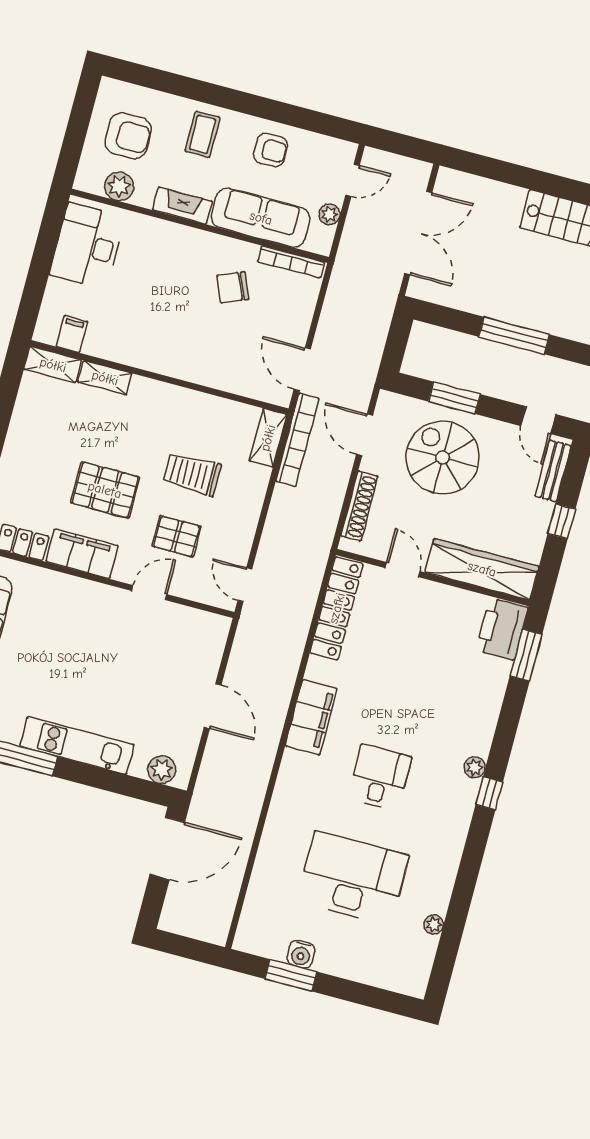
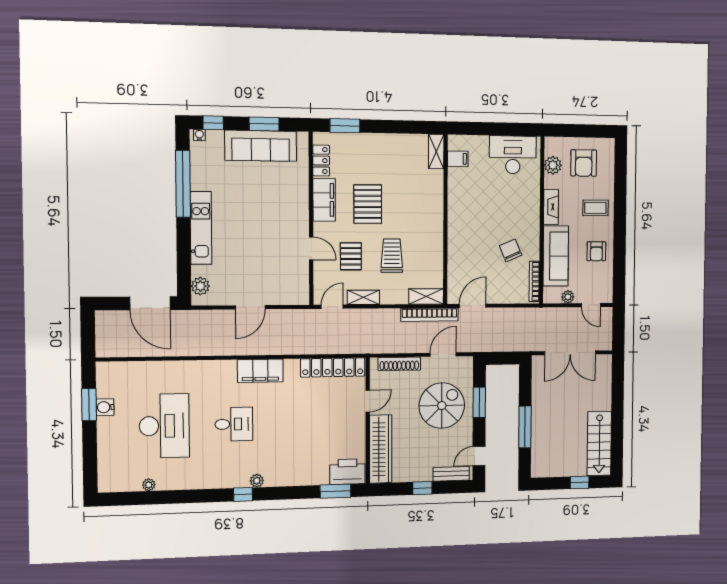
shelving: (105, 378) -> (363, 297), moved, turned 90

